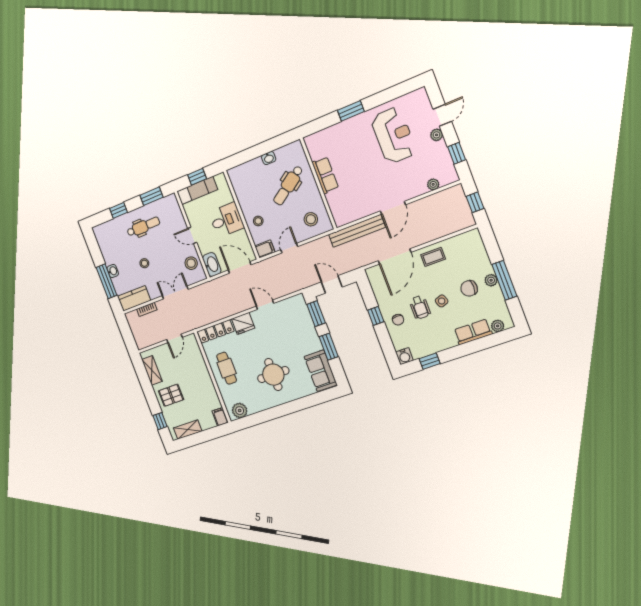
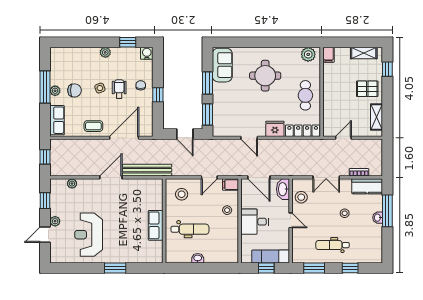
dental chair: (288, 186) -> (190, 229), turned 35
plant: (498, 326) -> (105, 52), moved
row of seats: (473, 332) -> (57, 120), moved, turned -90

